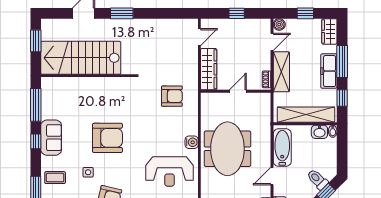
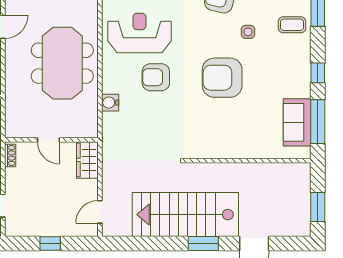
stairs: (81, 58) -> (185, 215), moved, turned 180
wardrobe: (209, 69) -> (87, 160), width x0.67
door: (238, 91) -> (48, 140), hinge flipped
armchair: (172, 96) -> (156, 77), moved
sofa: (51, 138) -> (297, 122), moved
water cooler: (192, 142) -> (110, 103), moved

